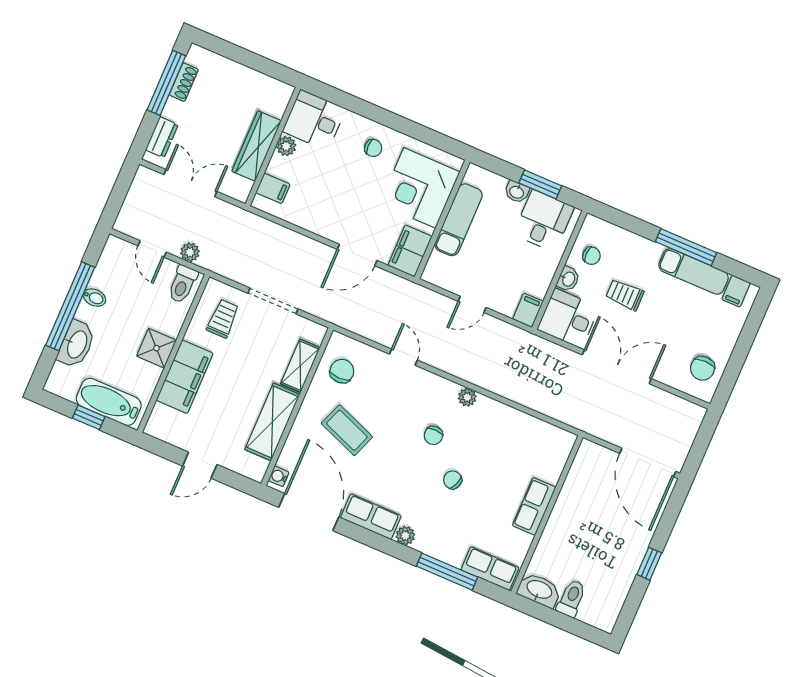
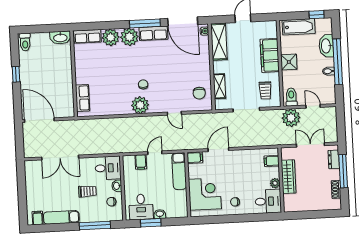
window: (166, 83) -> (343, 171), moved
double door: (190, 183) -> (310, 145), swing flipped
exam couch: (458, 220) -> (179, 171), moved
window: (686, 247) -> (95, 226), moved
filing cabinet: (410, 251) -> (195, 158), width x0.50
plant: (190, 252) -> (291, 118), width x1.88, depth x1.88
filing cabinet: (528, 310) -> (141, 162), moved
double door: (617, 367) -> (60, 158), moved
chair: (702, 368) -> (36, 175), removed
plant: (467, 397) -> (140, 105), width x1.88, depth x1.88
window: (89, 417) -> (317, 15), moved
shelving: (272, 422) -> (219, 42), moved
coffee table: (347, 430) -> (184, 67), removed
chair: (453, 480) -> (124, 68), removed
row of seats: (534, 506) -> (83, 98), moved
plant: (405, 536) -> (129, 37), width x1.88, depth x1.88
plant: (450, 547) -> (111, 37), added
window: (447, 572) -> (145, 23), moved
toilet: (571, 598) -> (25, 42), moved

